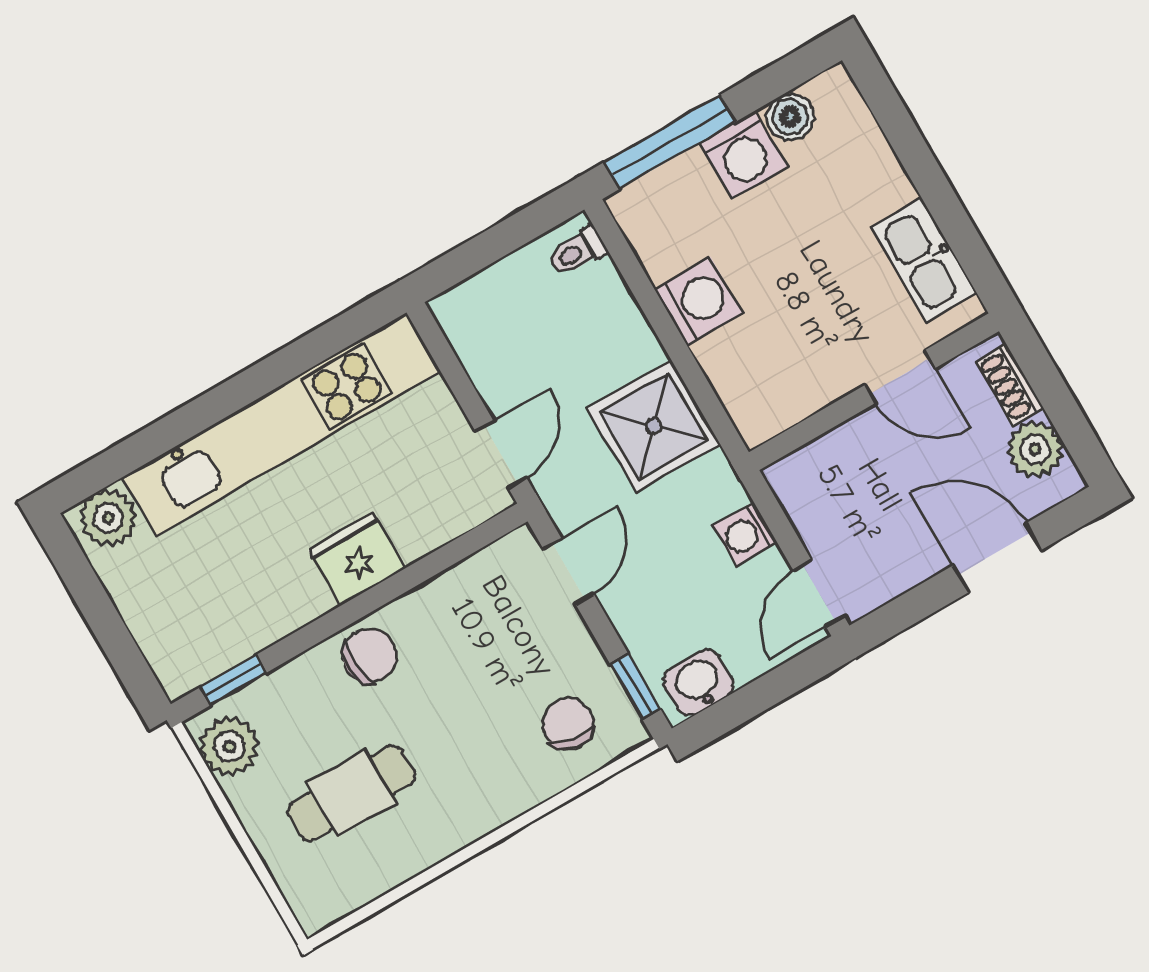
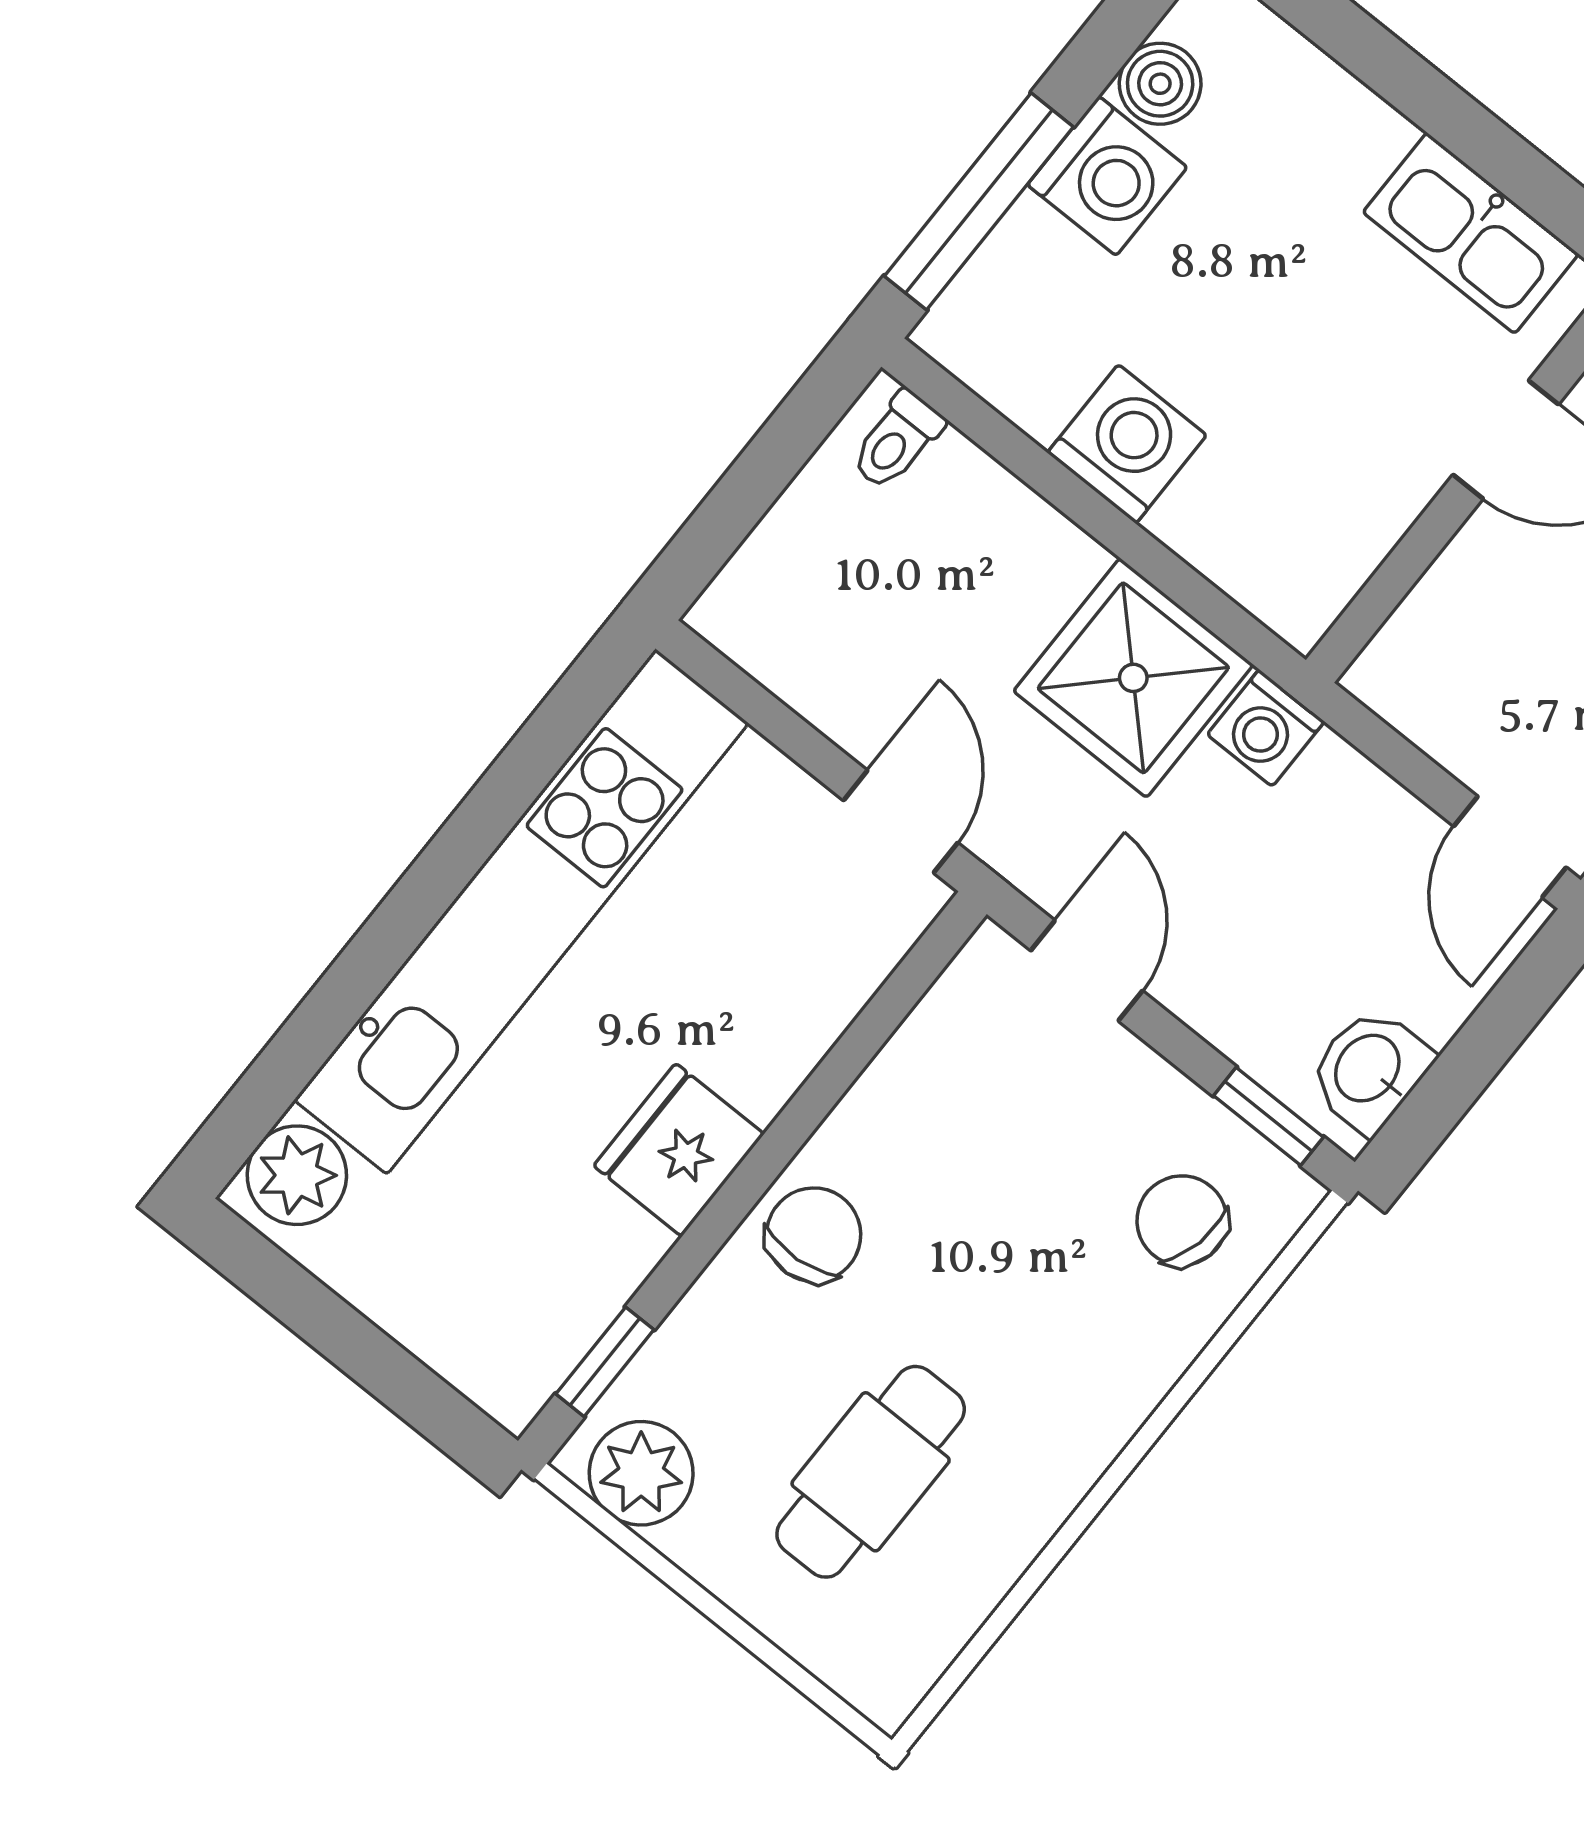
washing machine: (745, 534) -> (1266, 728), moved
fridge: (357, 559) -> (679, 1150), moved

